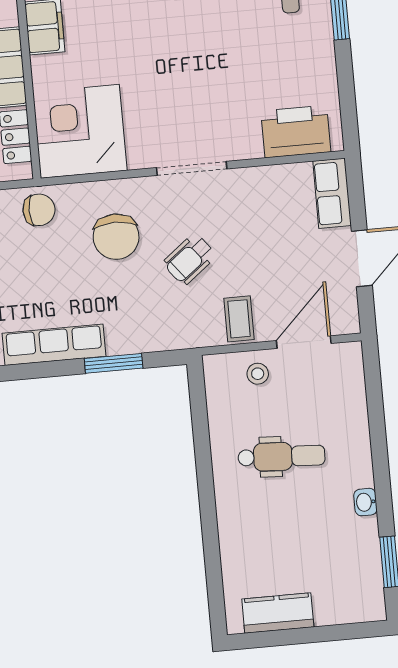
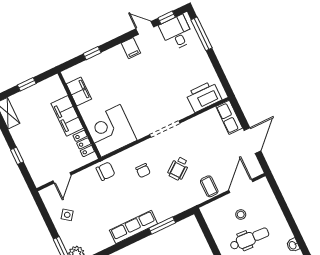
chair: (116, 237) -> (143, 171), width x0.54, depth x0.54
stool: (258, 374) -> (241, 214), moved

